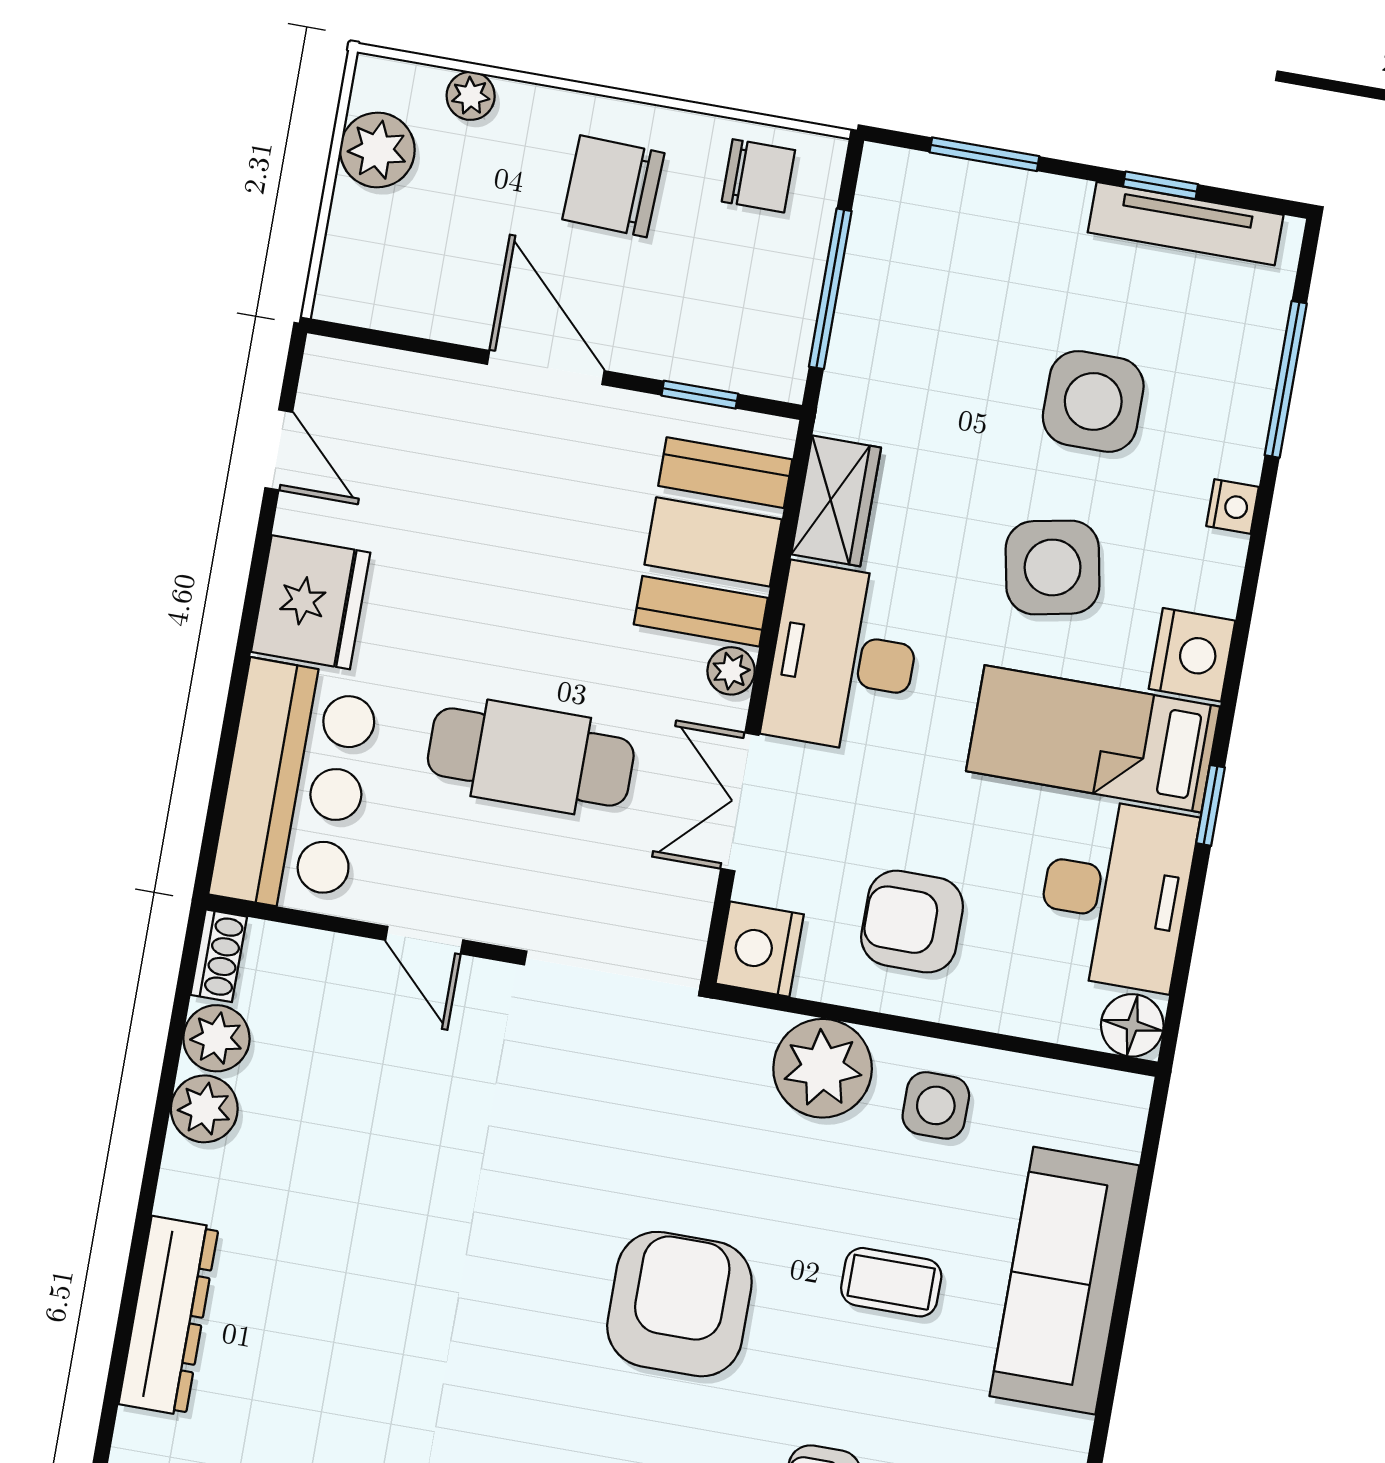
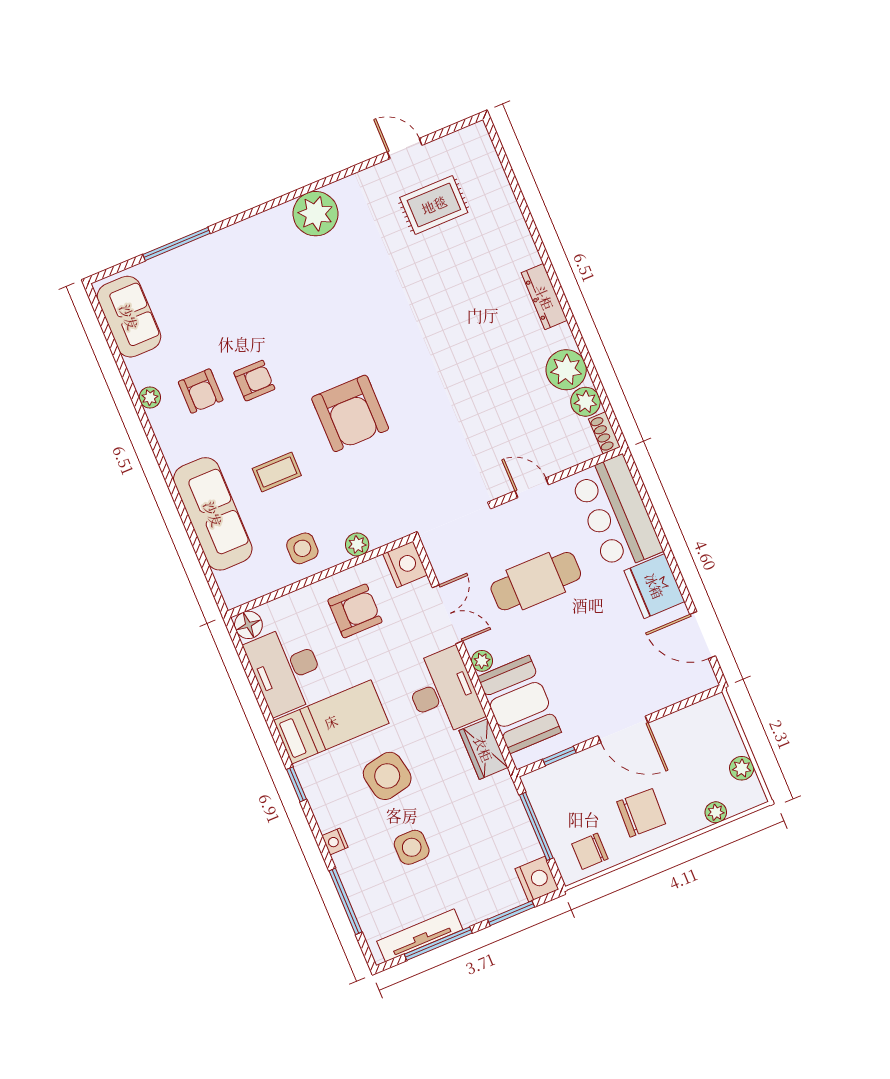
plant: (377, 150) -> (742, 768), width x0.73, depth x0.73
window: (1160, 185) -> (438, 944), width x2.17
side table: (1093, 401) -> (412, 847), width x0.73, depth x0.73
door: (279, 450) -> (703, 635), width x1.38
nightstand: (1192, 655) -> (537, 879), moved, turned 180
window: (1211, 805) -> (297, 784), moved
plant: (823, 1068) -> (357, 545), width x0.53, depth x0.53
plant: (204, 1109) -> (566, 370), width x1.36, depth x1.36
dresser: (169, 1316) -> (544, 297), width x0.73, depth x0.80

